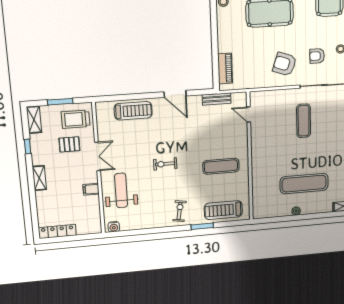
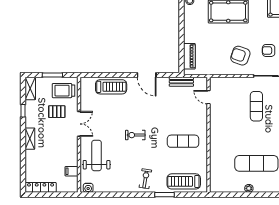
filing cabinet: (91, 189) -> (72, 171), moved

